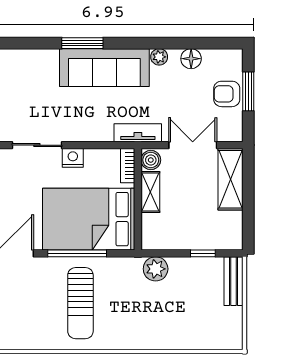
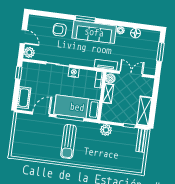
armchair: (227, 94) -> (60, 30), moved
shelving: (231, 179) -> (144, 111), moved
bed: (89, 219) -> (77, 107), width x0.67

